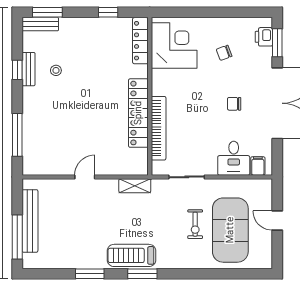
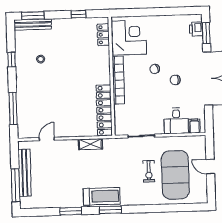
bench: (40, 24) -> (33, 24), width x1.36
locker: (140, 41) -> (103, 35), width x0.66
chair: (224, 53) -> (155, 69), moved
bench: (29, 69) -> (20, 59), removed
locker: (138, 113) -> (104, 110), moved
bookcase: (159, 128) -> (118, 80), moved
door: (85, 177) -> (47, 139), moved
shelving: (135, 186) -> (90, 144), moved
treadmill: (131, 255) -> (102, 196), turned 180

